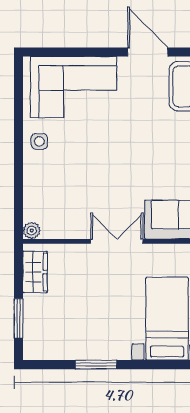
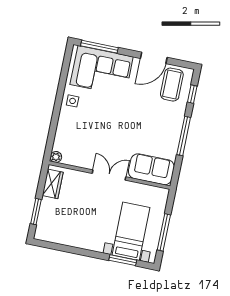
window: (63, 52) -> (99, 47), added
door: (148, 52) -> (154, 58), swing flipped
window: (96, 365) -> (123, 260), moved

